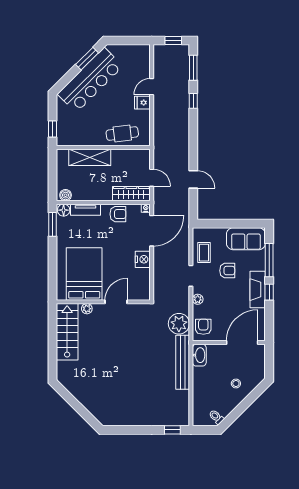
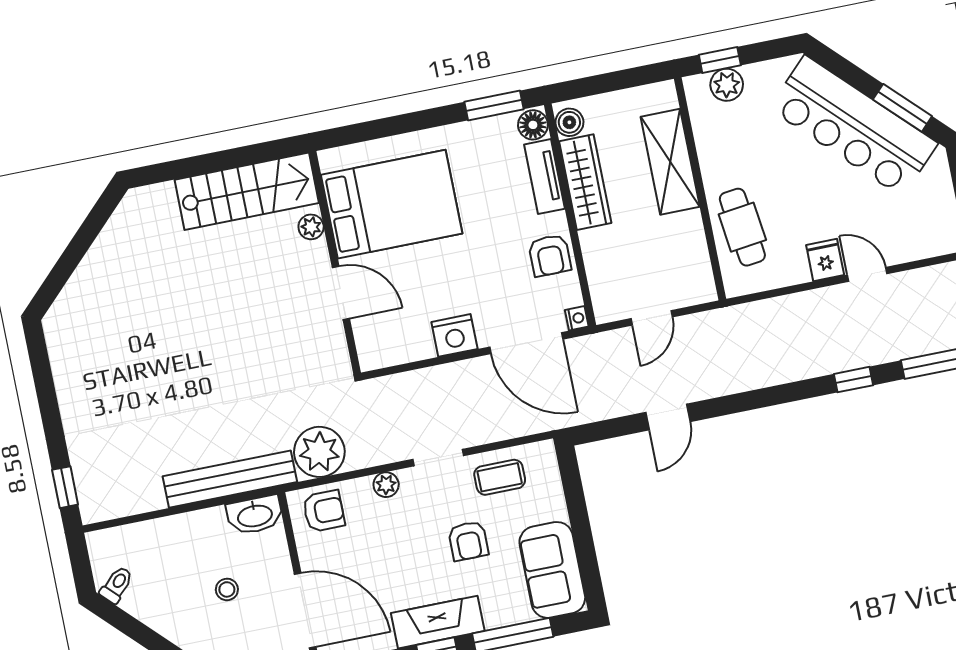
plant: (63, 128) -> (727, 85), added
wardrobe: (131, 194) -> (585, 182), moved
stool: (236, 383) -> (227, 589), moved

